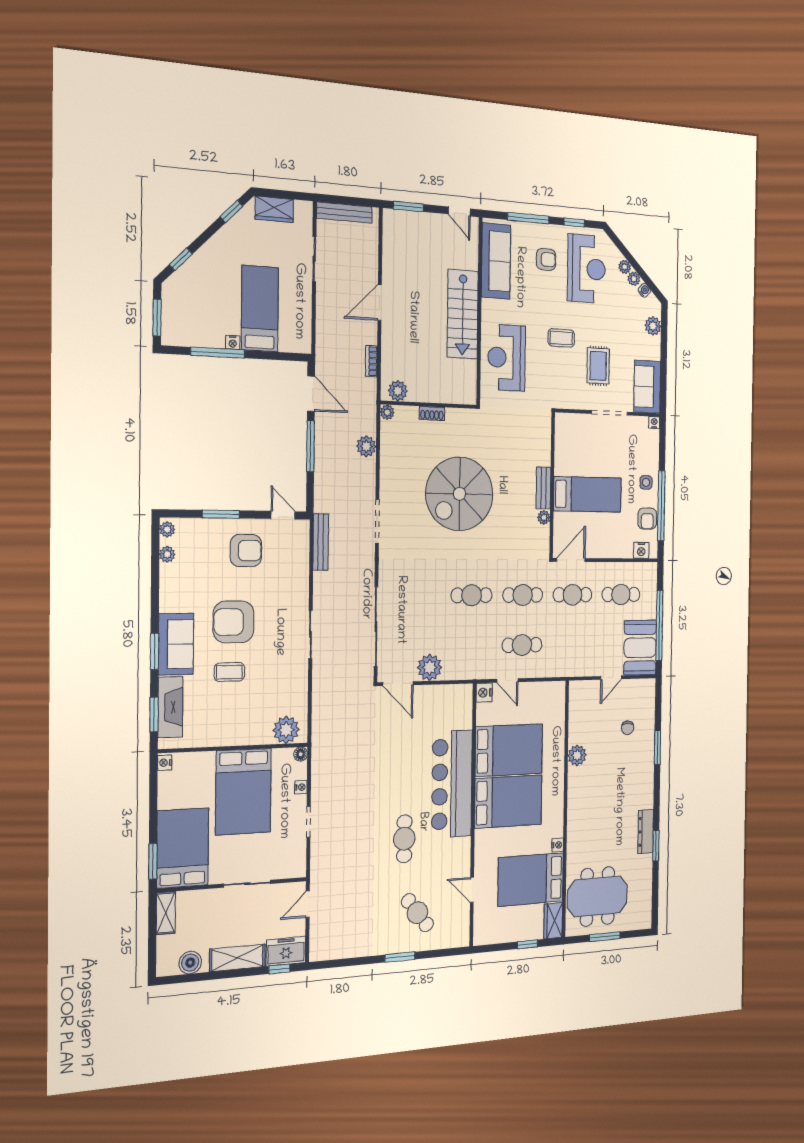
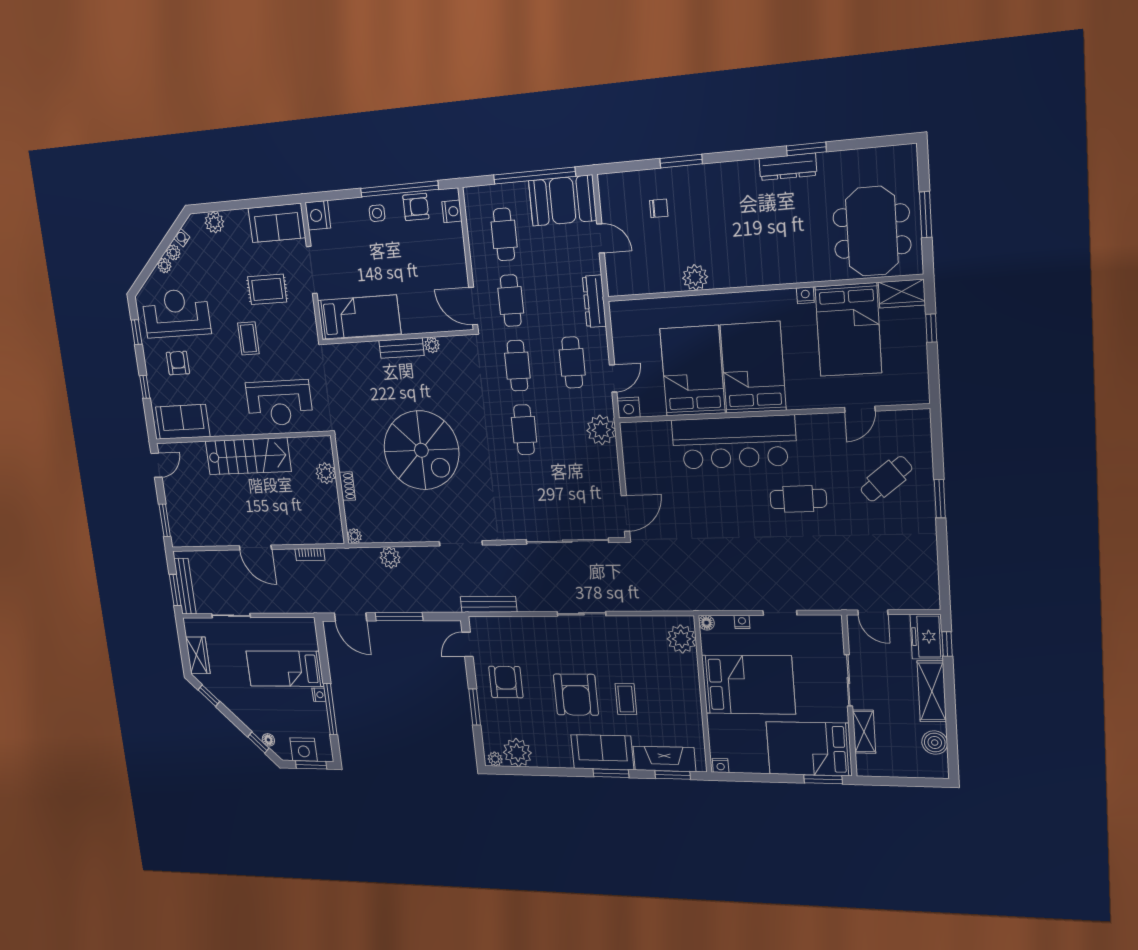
window: (341, 200) -> (175, 590), added
window: (528, 218) -> (145, 387), width x0.46
sofa: (496, 261) -> (183, 422), width x0.73
floor lamp: (184, 272) -> (268, 740), added
nightstand: (174, 312) -> (304, 750), added
plant: (398, 391) -> (326, 473), moved
door: (311, 394) -> (350, 617), swing flipped
nightstand: (654, 422) -> (318, 215), width x1.89, depth x1.79
bed: (587, 494) -> (359, 317), moved, turned 90
plant: (167, 554) -> (517, 753), width x1.88, depth x1.88
plant: (430, 667) -> (601, 430), moved
dresser: (566, 669) -> (594, 301), added
shelving: (166, 913) -> (864, 732), moved, turned 90

